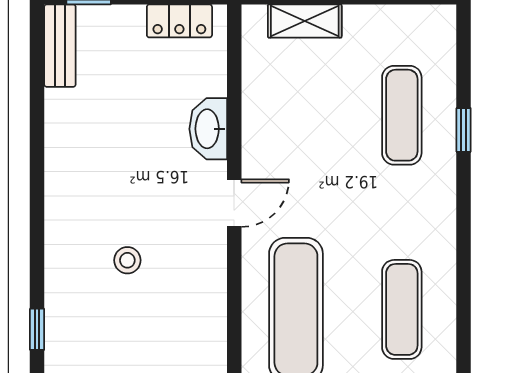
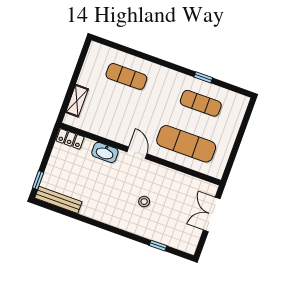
locker: (179, 21) -> (70, 139), moved, turned 90
bench: (60, 46) -> (58, 200), width x1.36
window: (464, 130) -> (203, 77), moved

